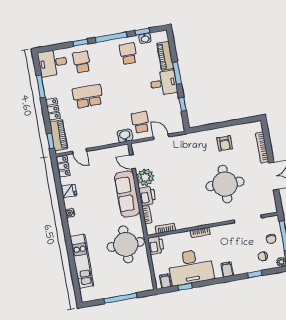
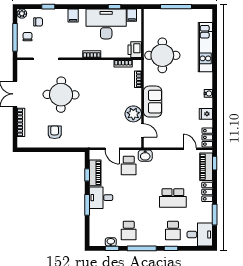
piano: (165, 56) -> (95, 173), moved
sofa: (127, 194) -> (153, 102), width x0.73
printer: (147, 196) -> (135, 97), removed

